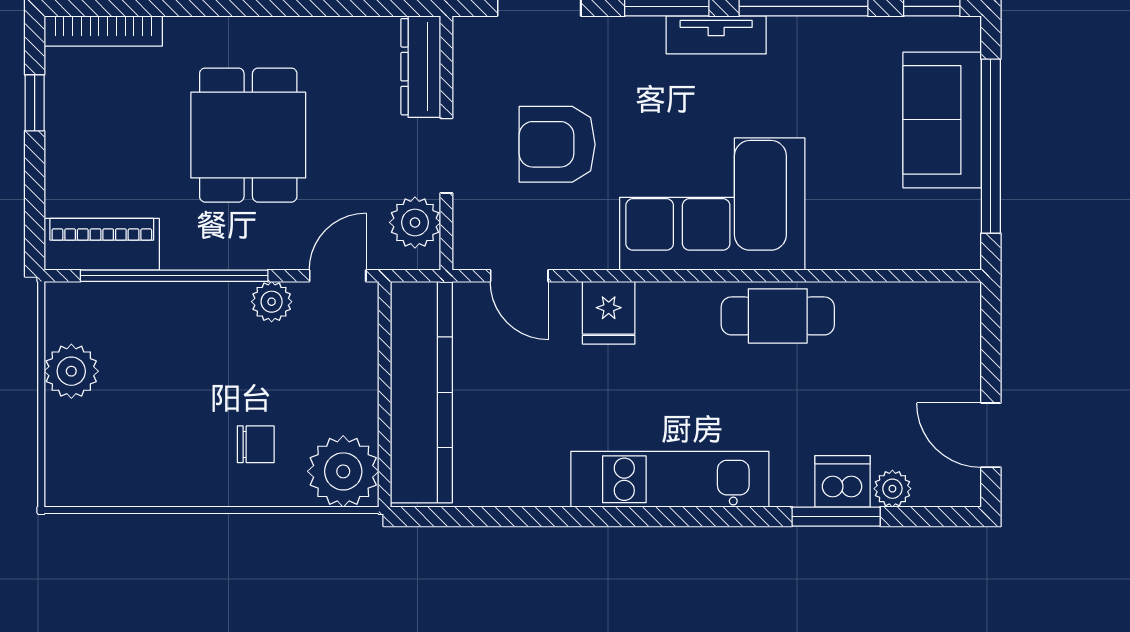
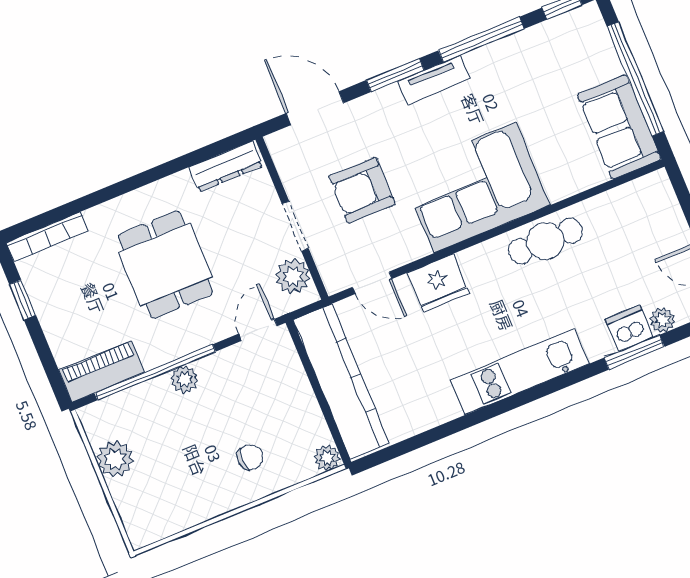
dresser: (421, 67) -> (226, 167), moved, turned -90
sofa: (942, 120) -> (619, 127), moved
plant: (272, 302) -> (184, 379), moved
fridge: (609, 313) -> (438, 283), width x1.38
plant: (343, 471) -> (327, 458), width x0.53, depth x0.53

